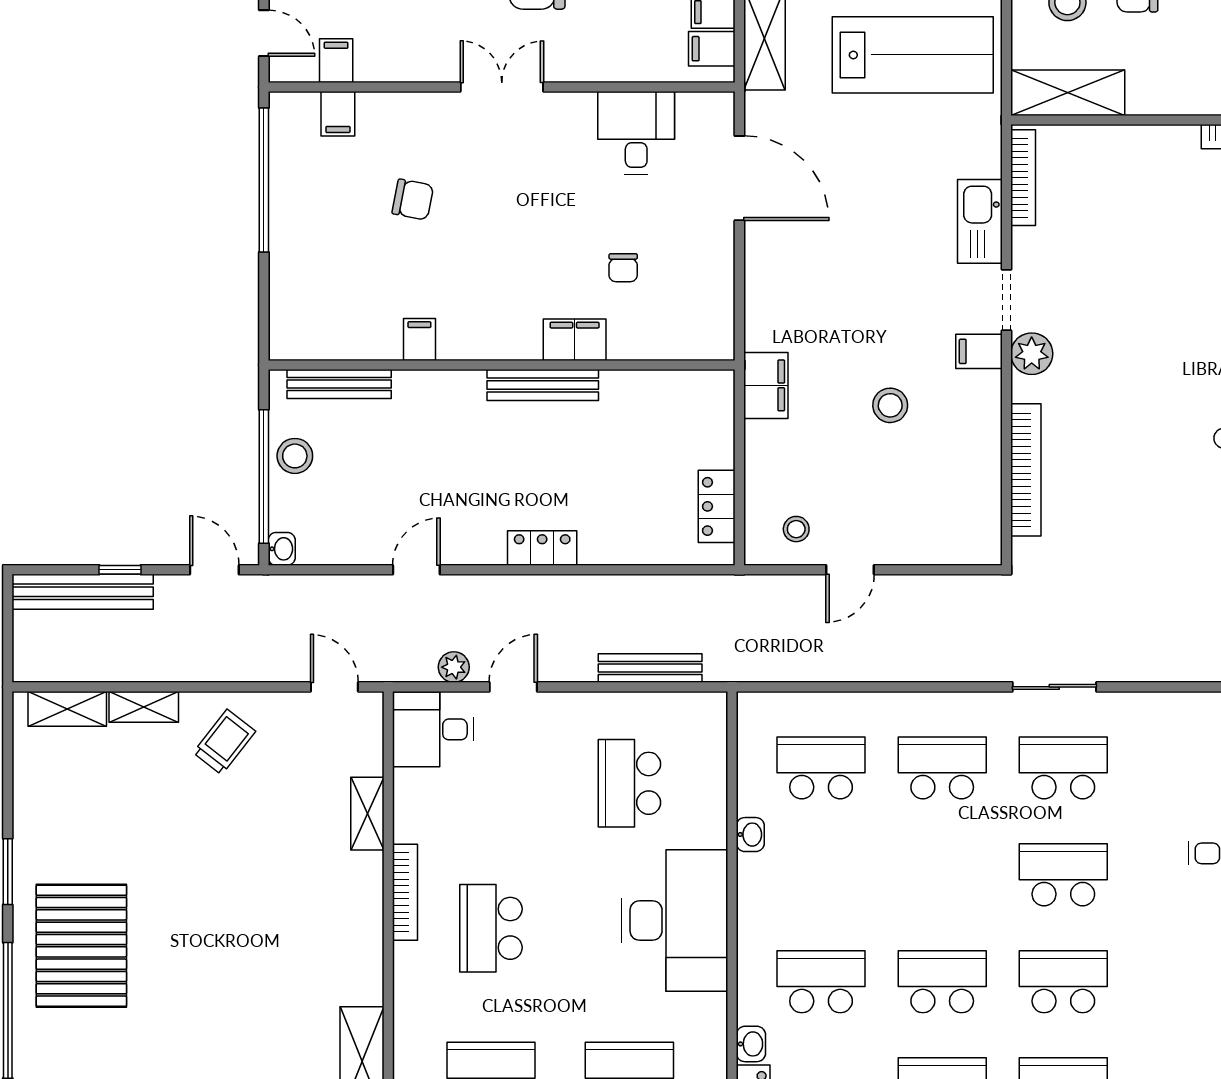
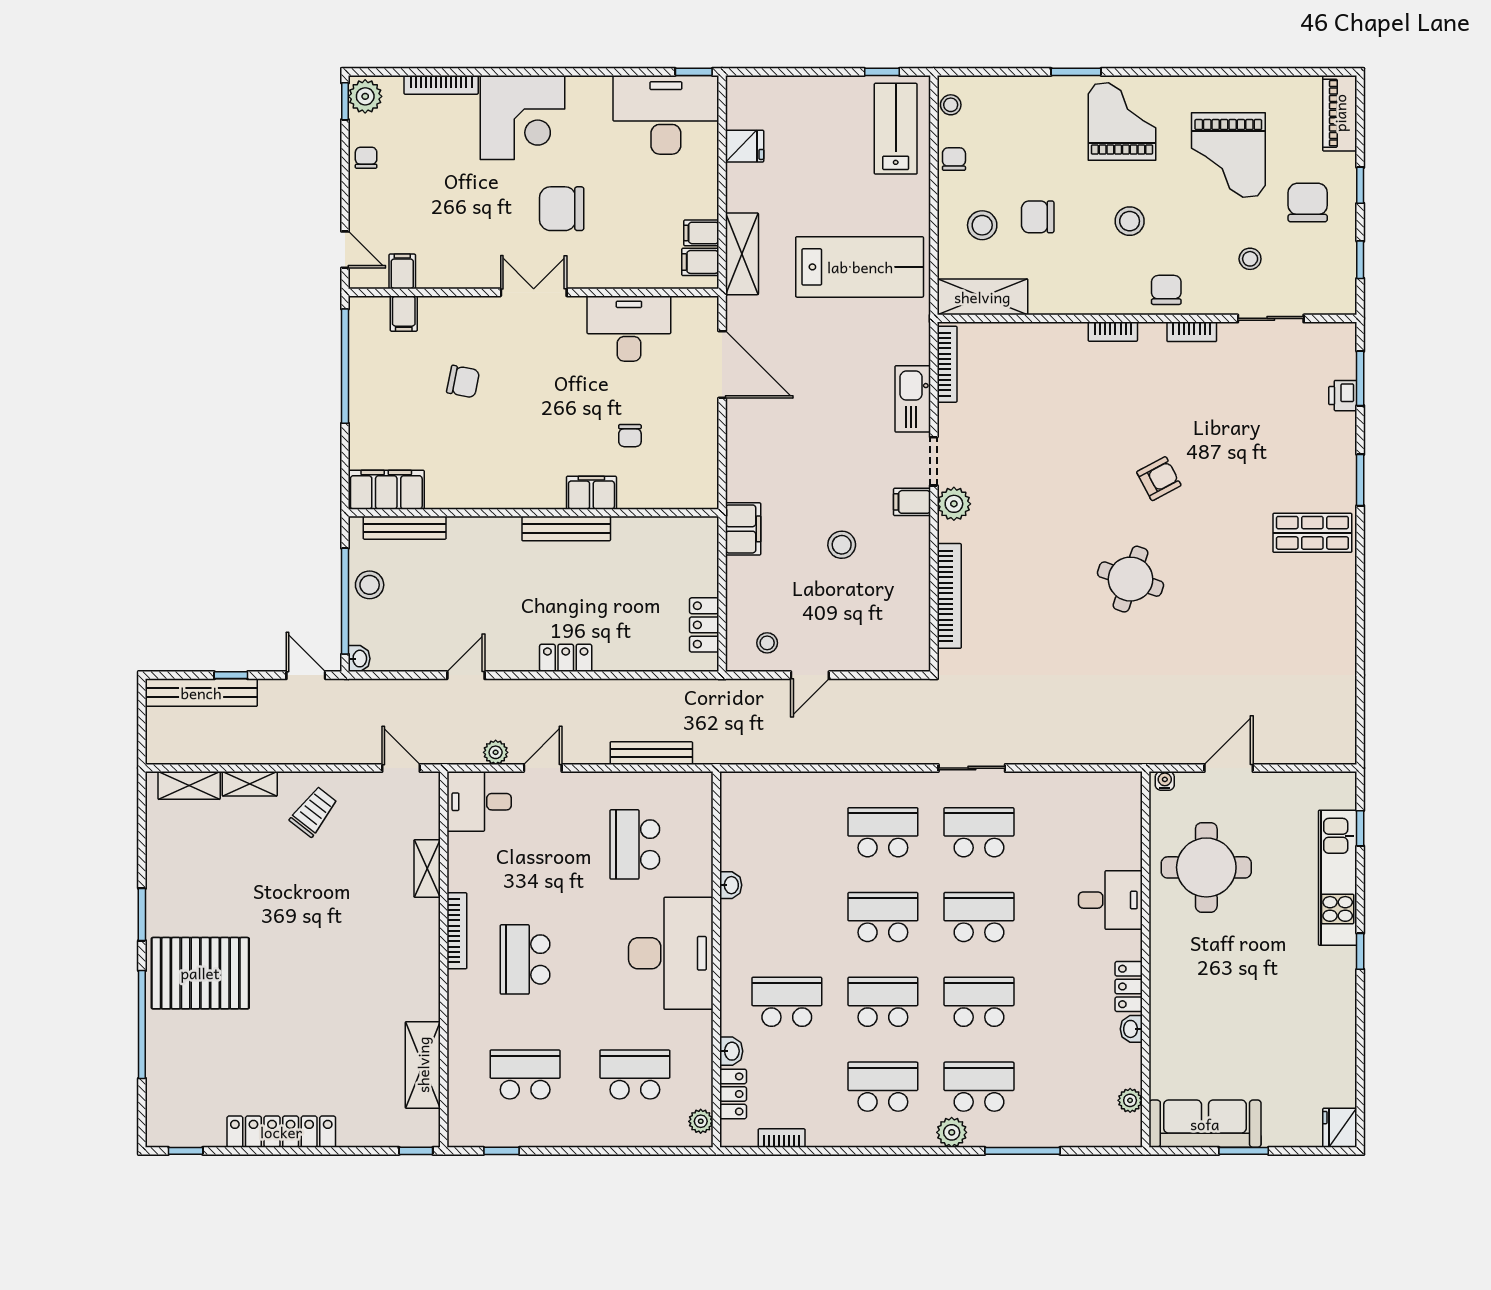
desk: (636, 133) -> (629, 329), width x1.37
filing cabinet: (419, 339) -> (386, 490), moved, width x3.00, depth x1.17
school desk: (821, 768) -> (883, 917), moved
pallet: (81, 946) -> (200, 973), turned 90

